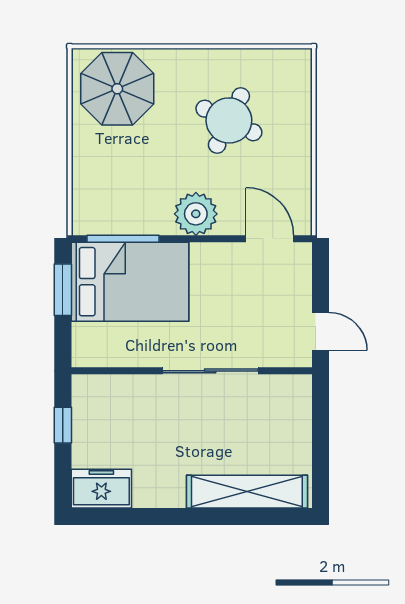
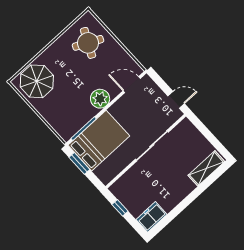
round table: (229, 120) -> (88, 43), moved
shelving: (247, 492) -> (206, 168), width x0.68

